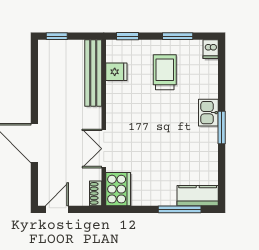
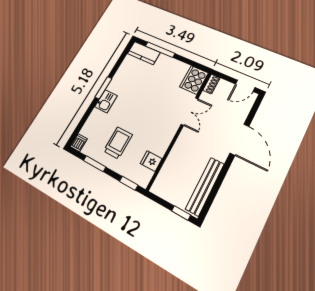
trolley: (165, 72) -> (118, 143), turned 180
bench: (93, 73) -> (205, 186), moved

